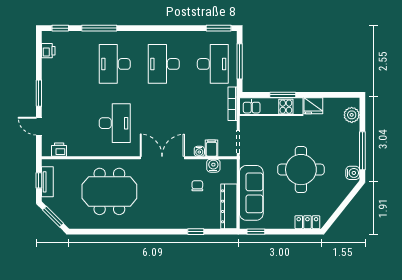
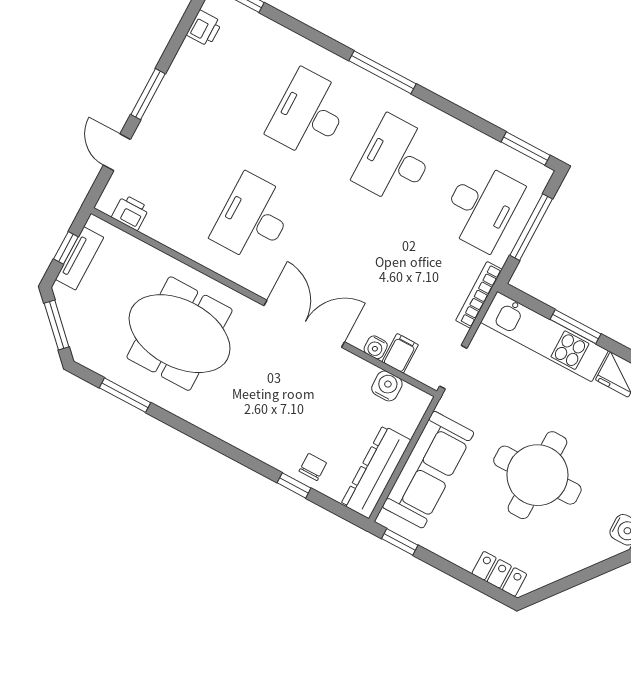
window: (99, 28) -> (383, 72), moved
desk: (115, 123) -> (253, 218), turned 180
chair: (197, 186) -> (313, 467), moved
window: (100, 232) -> (125, 395), added

